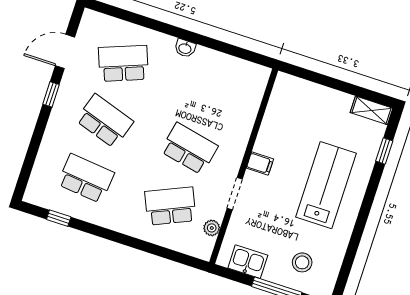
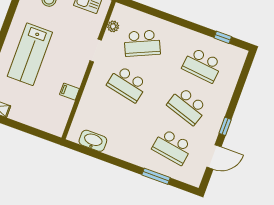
window: (145, 22) -> (156, 176), added
washbasin: (185, 48) -> (93, 141), moved, width x1.91, depth x1.45
school desk: (123, 63) -> (172, 147), turned 30
filing cabinet: (260, 164) -> (69, 92), moved

